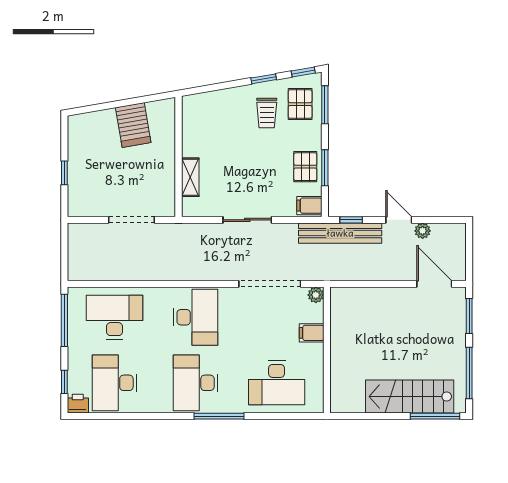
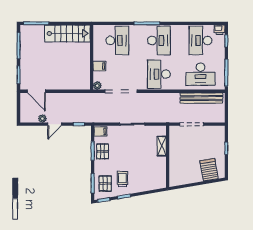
server rack: (133, 125) -> (209, 170), moved
door: (399, 220) -> (55, 124), hinge flipped
bench: (340, 233) -> (201, 98), moved
desk: (115, 383) -> (201, 40), turned 180
desk: (277, 383) -> (117, 40), turned 90
stairs: (410, 397) -> (67, 33), moved

